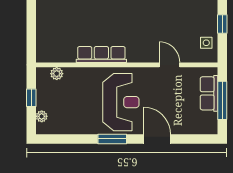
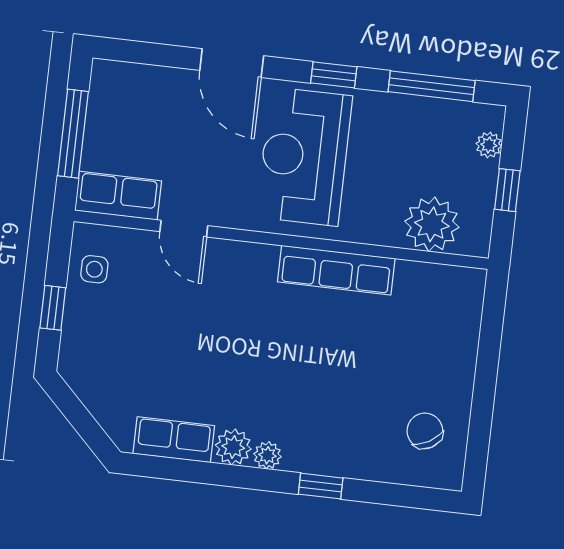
plant: (57, 74) -> (432, 224), width x1.88, depth x1.88
row of seats: (209, 93) -> (118, 196), moved, turned -90
window: (69, 139) -> (432, 86), added
window: (112, 139) -> (334, 75), width x0.67

